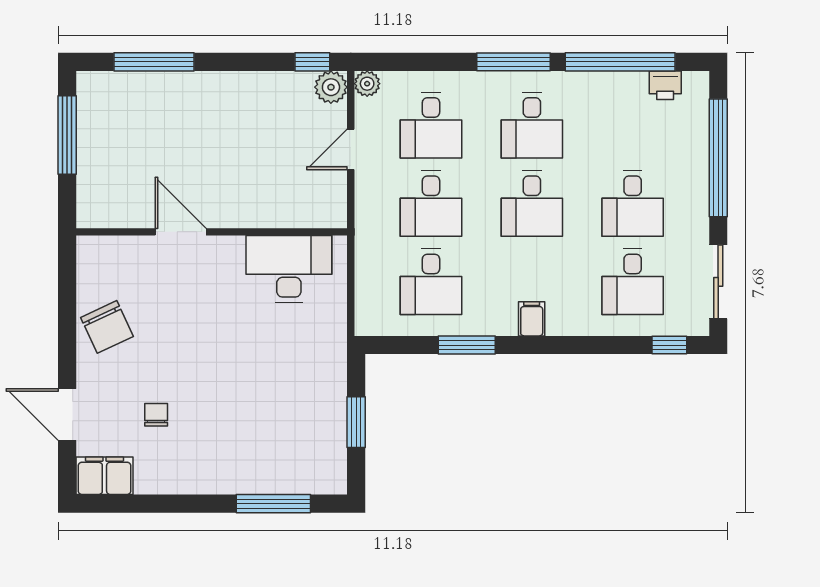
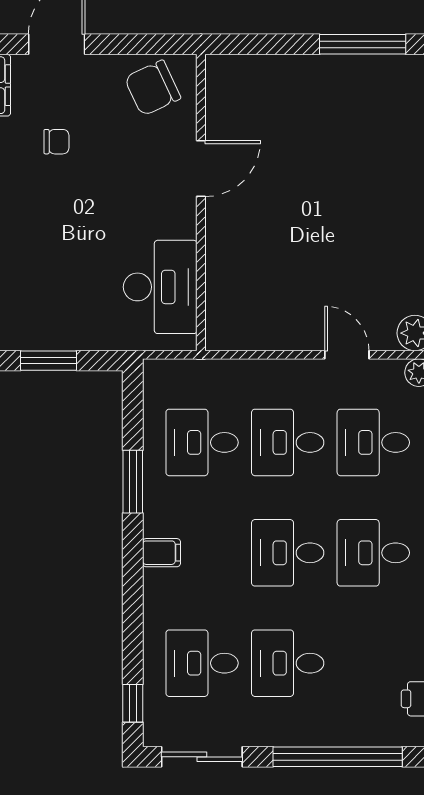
door: (181, 232) -> (201, 169), moved
wall: (212, 232) -> (201, 202), moved
desk: (289, 269) -> (160, 287), moved

